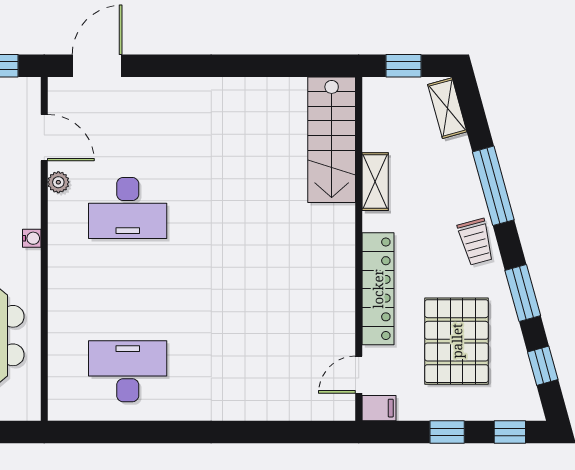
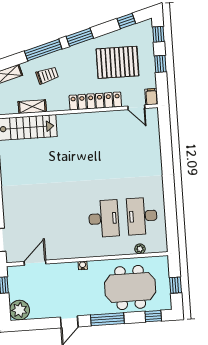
plant: (58, 182) -> (140, 249), moved
shelving: (375, 182) -> (32, 107), moved
desk: (128, 208) -> (104, 219), moved
trolley: (476, 242) -> (47, 75), moved
window: (523, 293) -> (80, 37), moved

